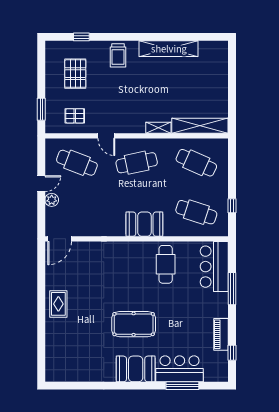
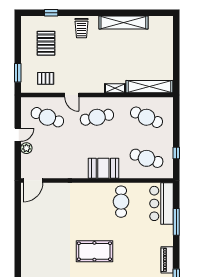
rug: (58, 304) -> (32, 234), removed

